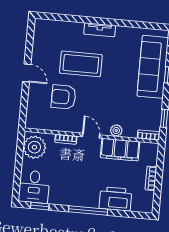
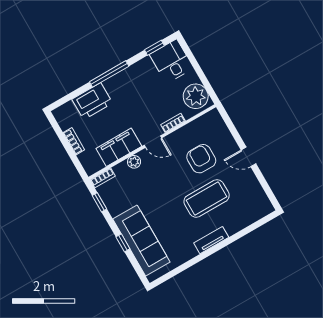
armchair: (64, 97) -> (201, 159), turned -90

